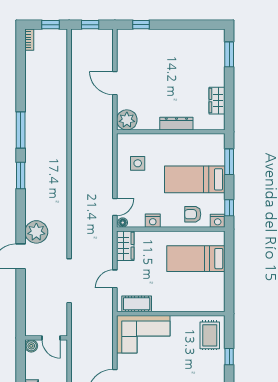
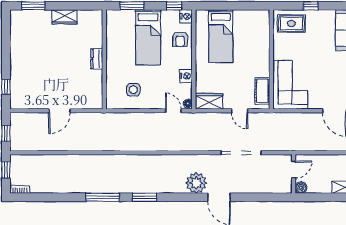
wardrobe: (217, 101) -> (64, 17), moved
plant: (127, 120) -> (93, 100), removed
dresser: (176, 124) -> (97, 59), width x0.70

